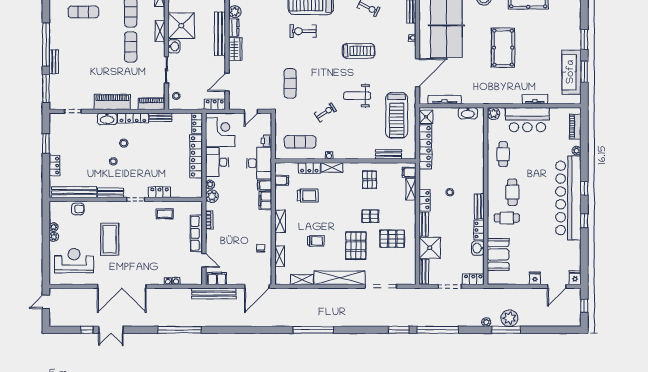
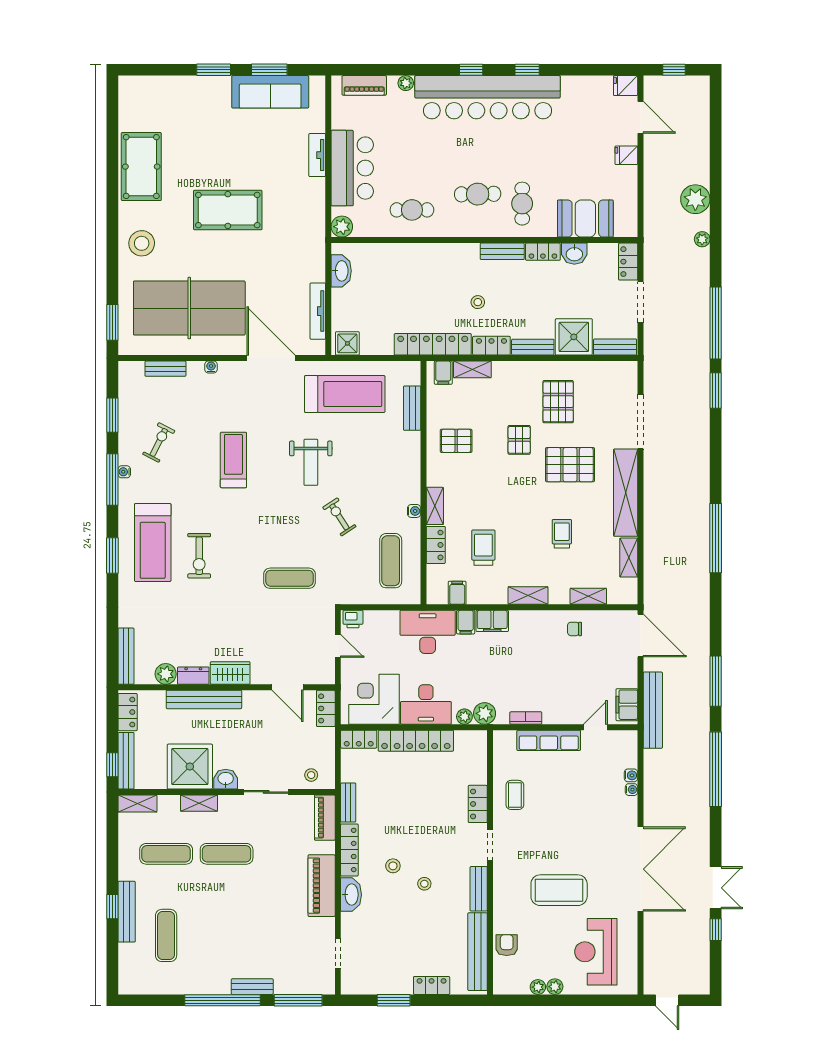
printer: (266, 141) -> (353, 619), moved
locker: (425, 147) -> (433, 344), moved
window: (506, 330) -> (716, 681), moved

